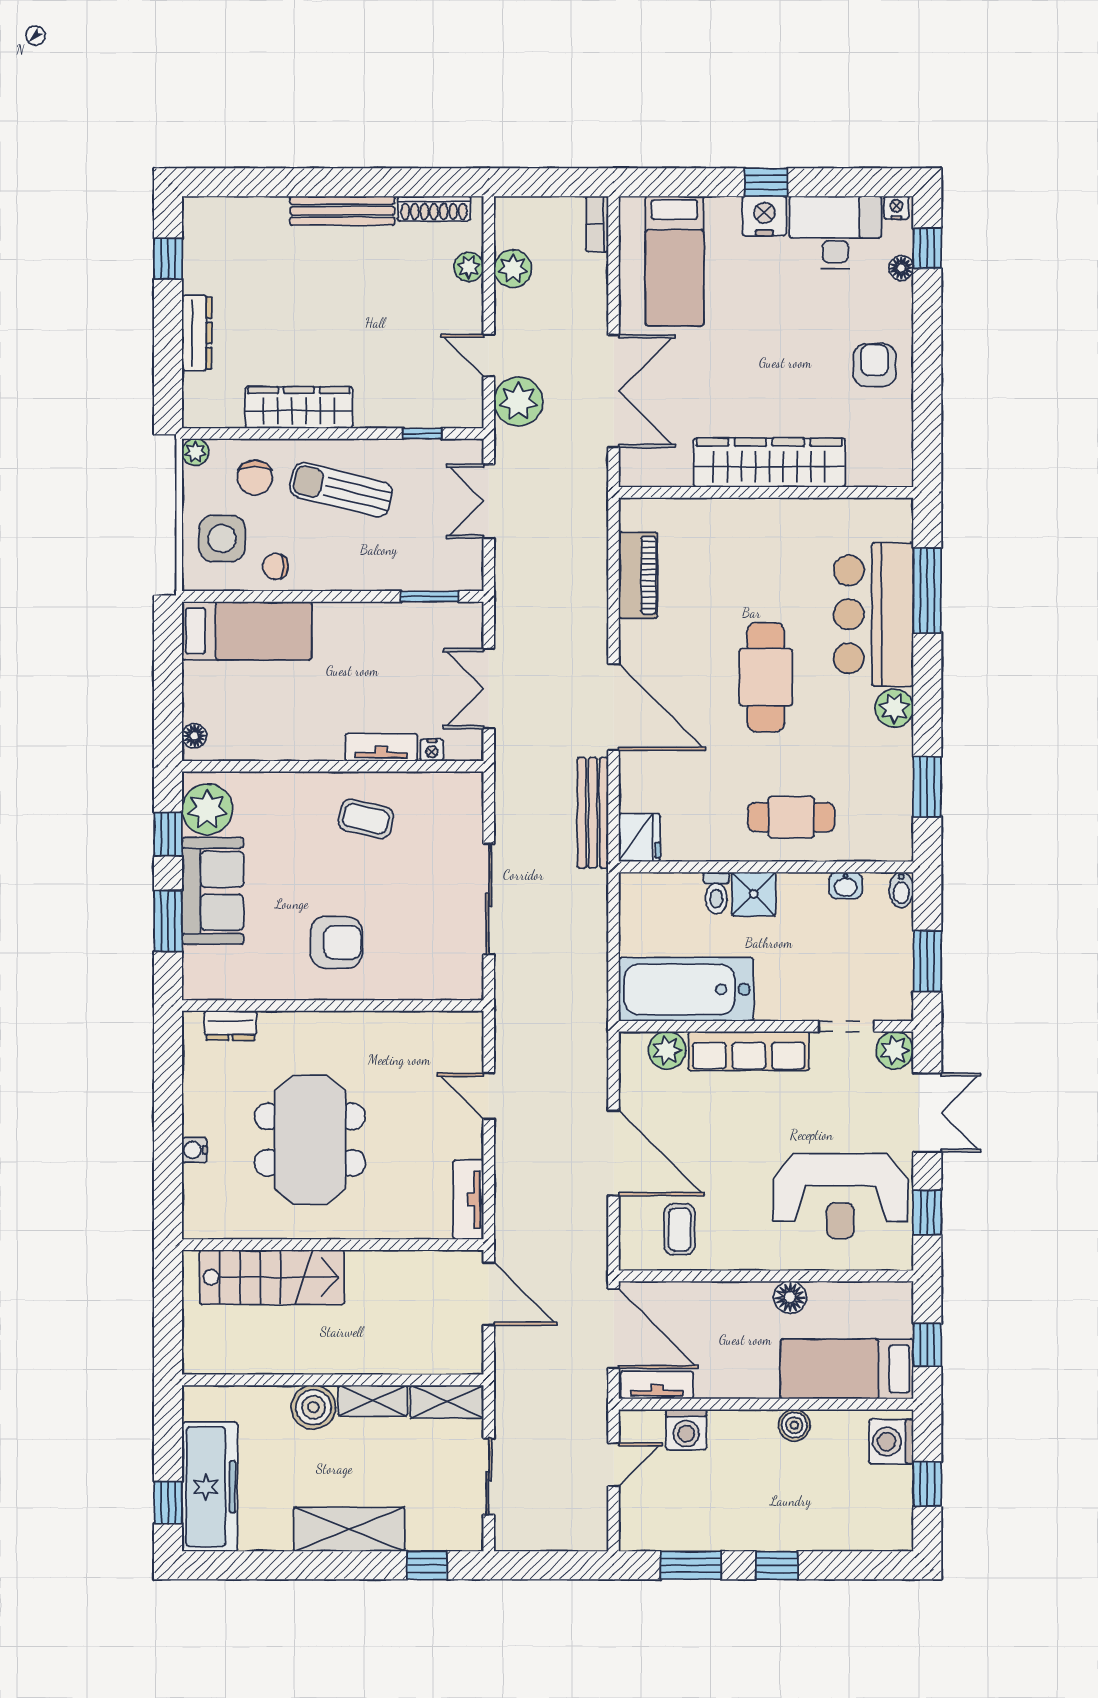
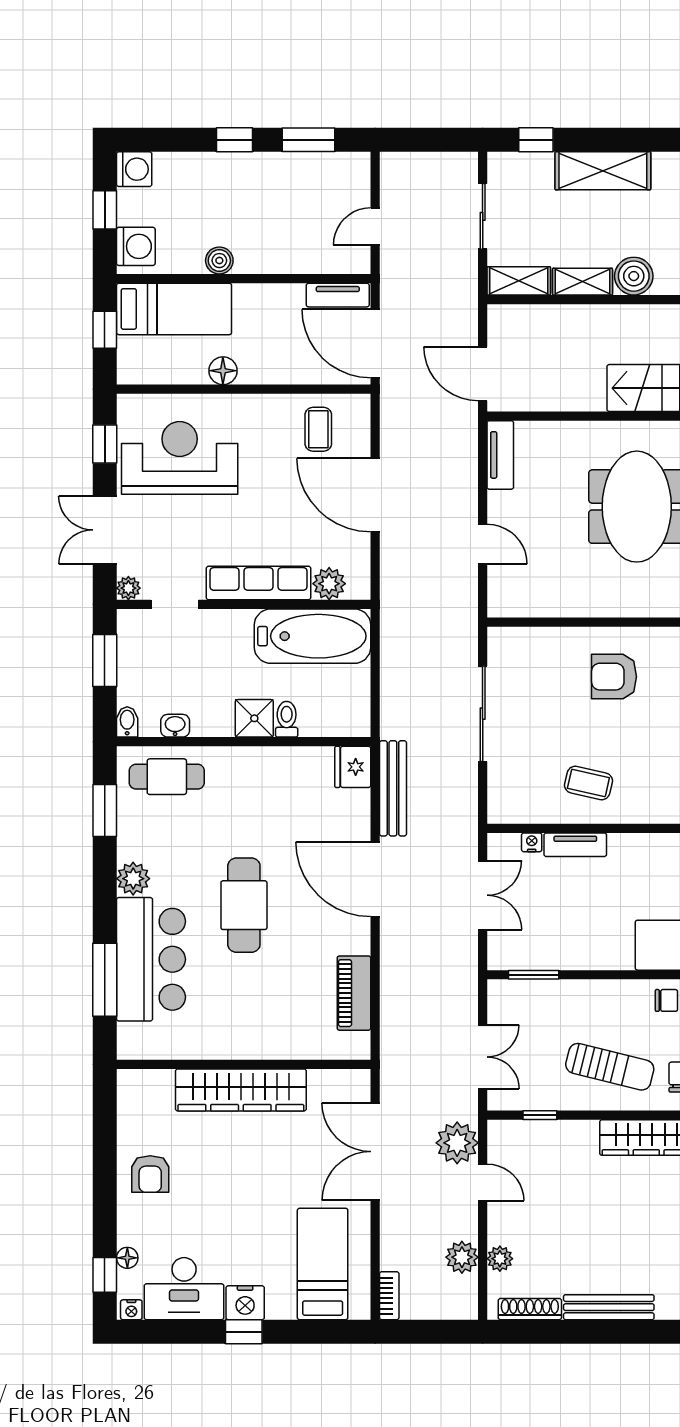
cafe table: (791, 817) -> (167, 777), moved
plant: (895, 1050) -> (128, 588), width x0.73, depth x0.73
washing machine: (686, 1430) -> (134, 169), moved, turned 90

